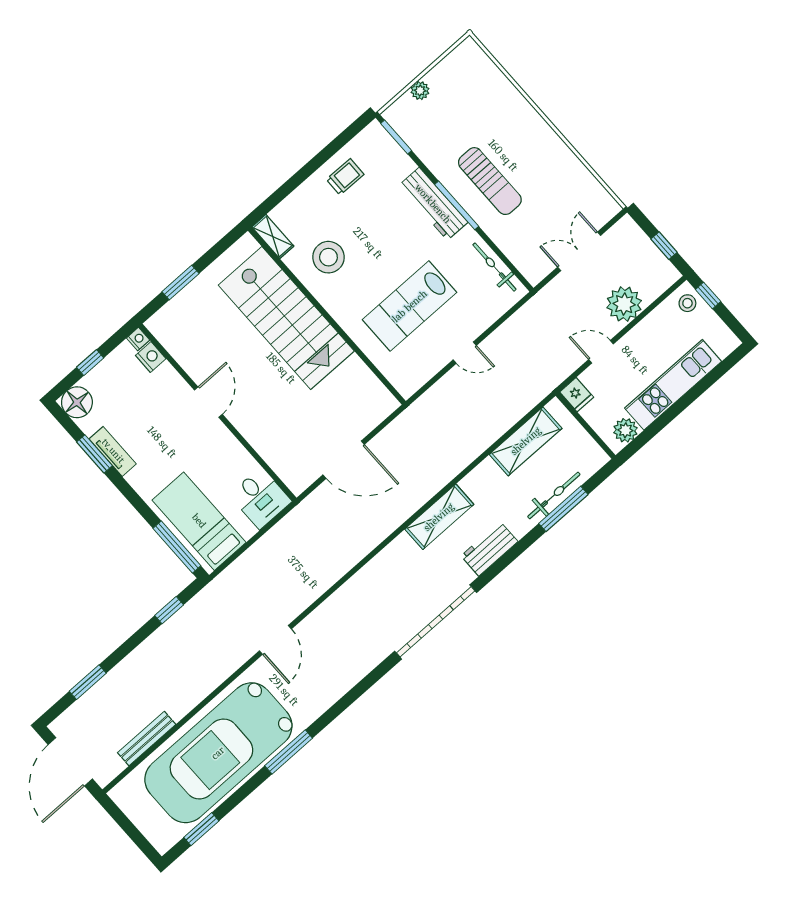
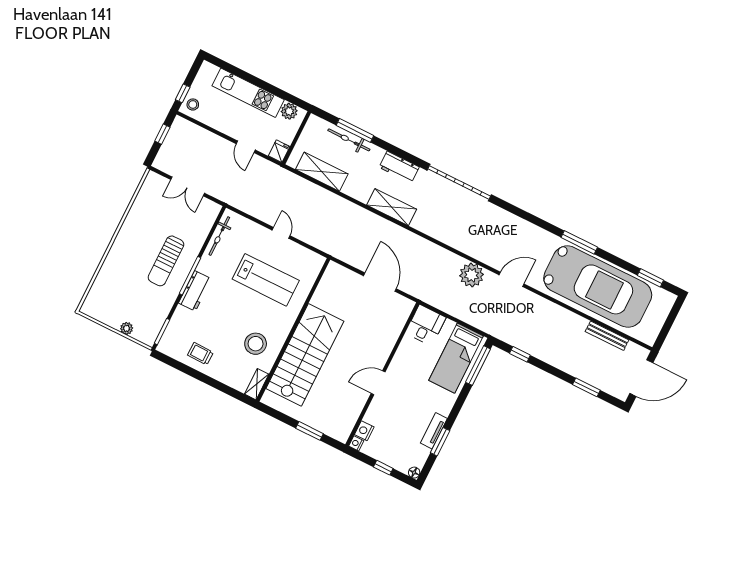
sun lounger: (490, 181) -> (166, 261), turned 180
workbench: (433, 204) -> (195, 291), width x0.73
plant: (624, 304) -> (472, 275), moved
floor lamp: (77, 402) -> (414, 473), width x0.53, depth x0.53

